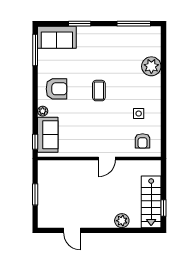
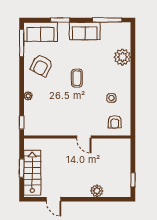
armchair: (56, 89) -> (42, 65), moved, turned 116
sofa: (48, 135) -> (85, 31), moved, turned 90
door: (107, 159) -> (84, 137), hinge flipped
stairs: (151, 202) -> (32, 173), moved, turned 180

